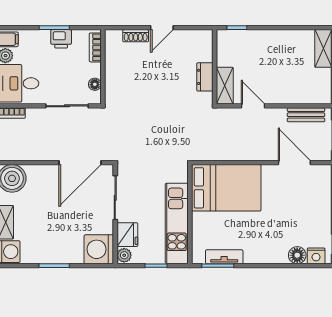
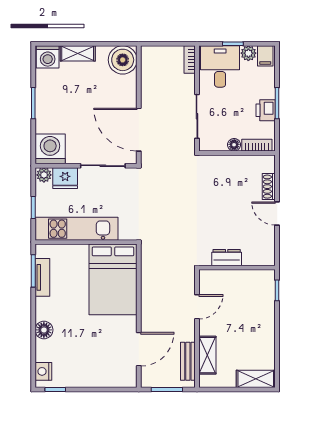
floor lamp: (95, 84) -> (234, 145), moved
shelving: (225, 86) -> (207, 355), moved, turned 90
floor lamp: (297, 255) -> (44, 330), moved

